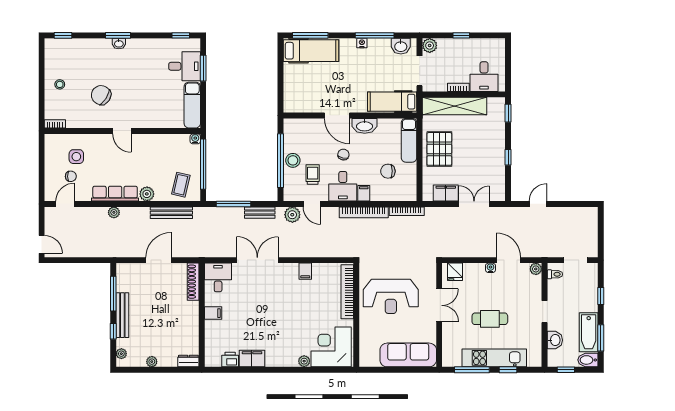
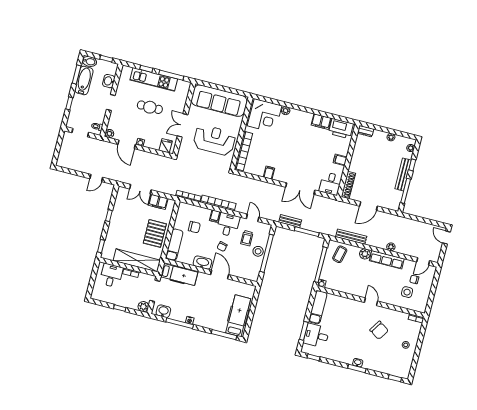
hospital bed: (311, 51) -> (238, 316), moved, turned 90
plant: (292, 215) -> (268, 214), removed
sofa: (408, 355) -> (219, 101), width x1.36, depth x1.27
printer: (230, 359) -> (341, 129), width x1.87, depth x1.48

